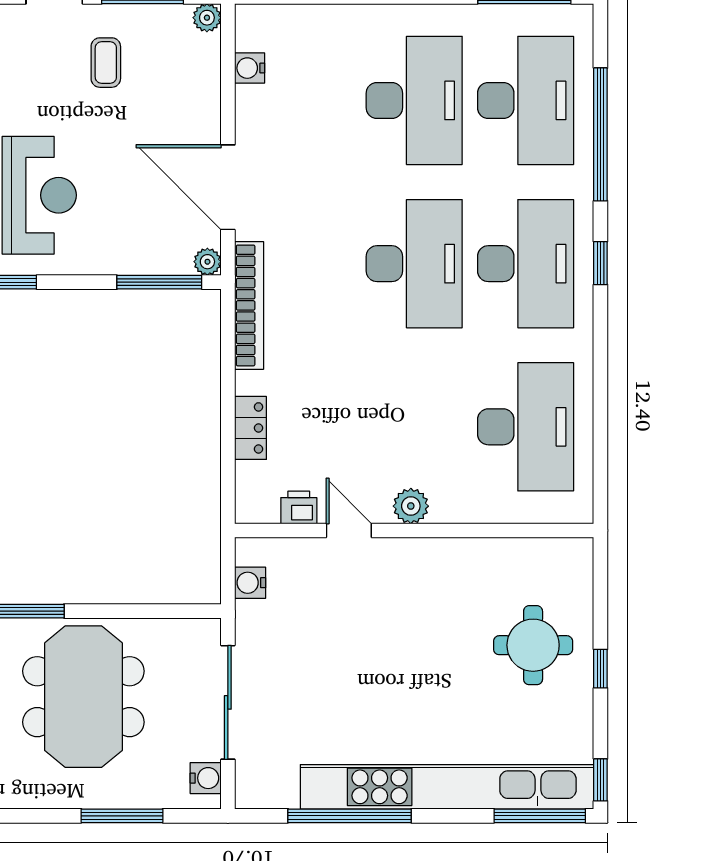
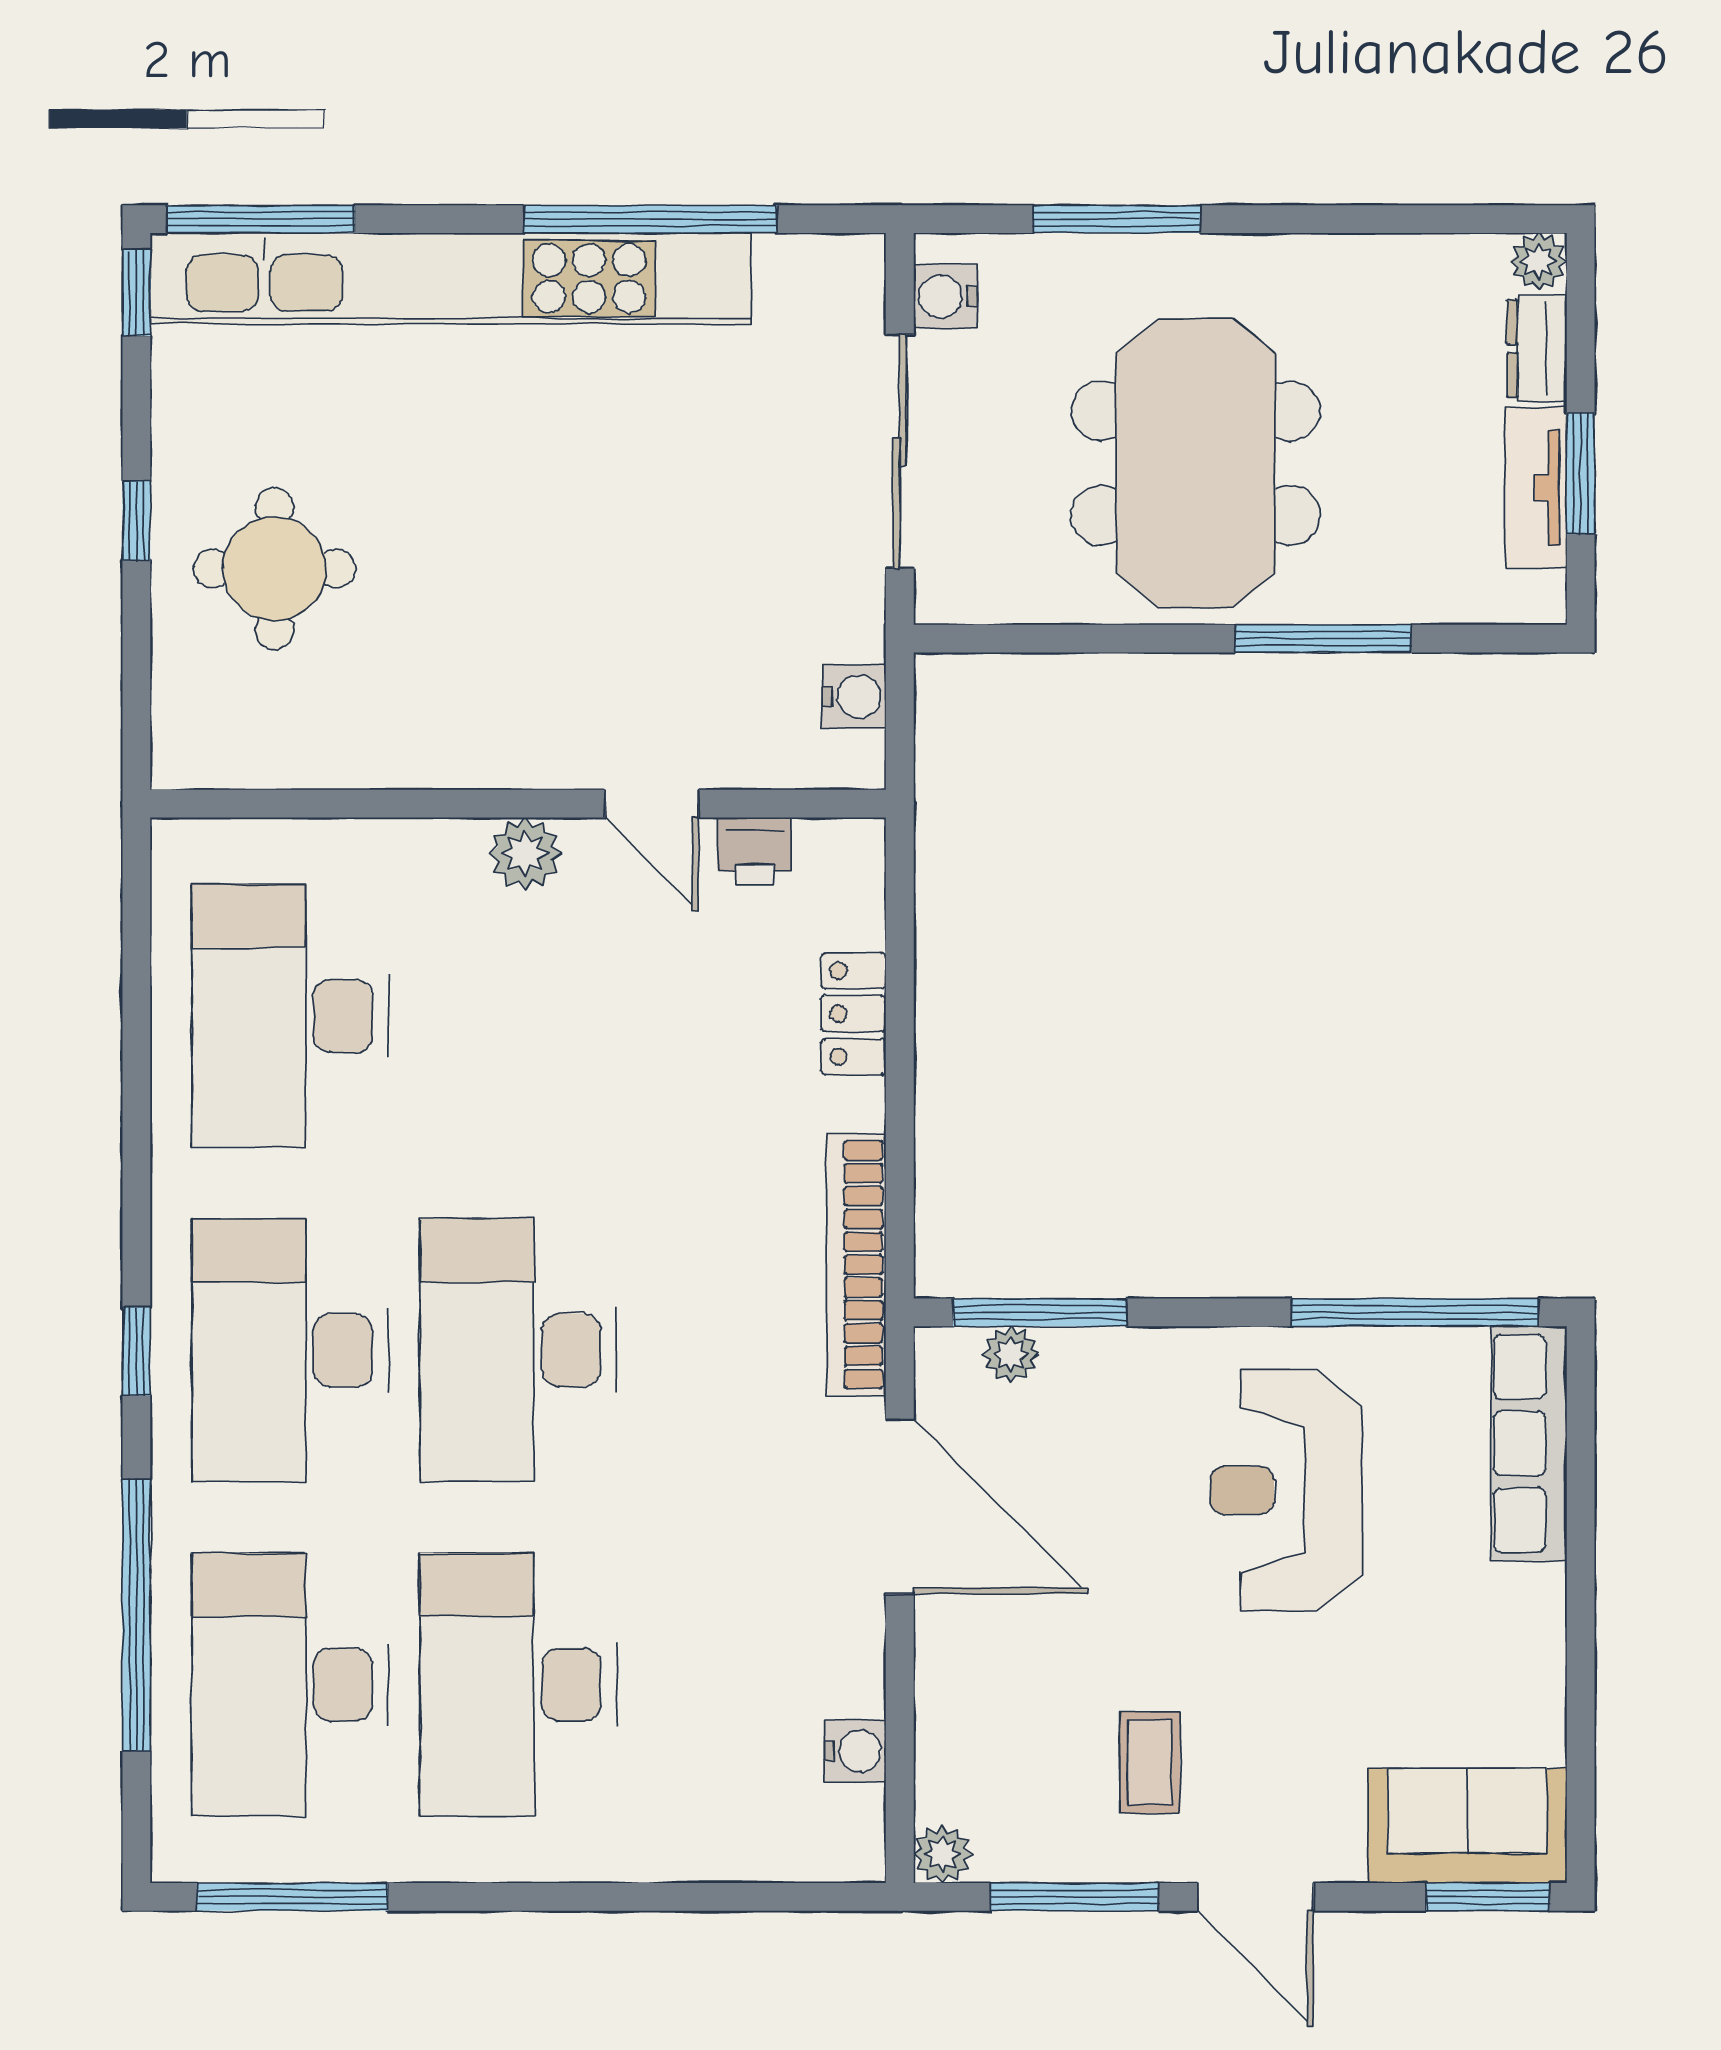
plant: (207, 262) -> (1011, 1354), moved

